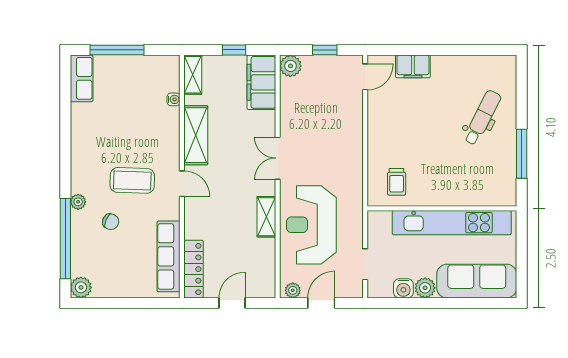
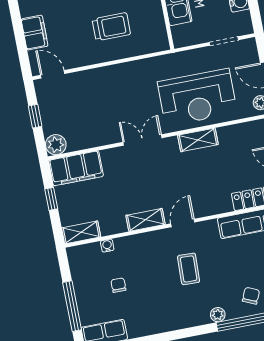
chair: (130, 103) -> (118, 285), added
shelving: (196, 135) -> (146, 220), width x0.67, depth x0.75
double door: (278, 158) -> (142, 140), swing flipped
coffee table: (132, 180) -> (189, 269), width x0.73, depth x0.77
trolley: (397, 182) -> (111, 27), moved, width x1.36, depth x1.39
chair: (111, 222) -> (251, 296), moved

